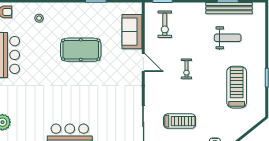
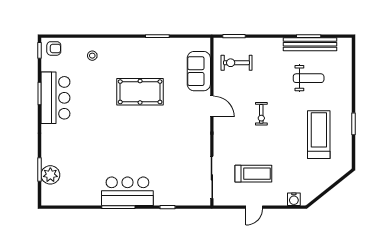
exercise bike: (165, 24) -> (236, 63), turned 90

